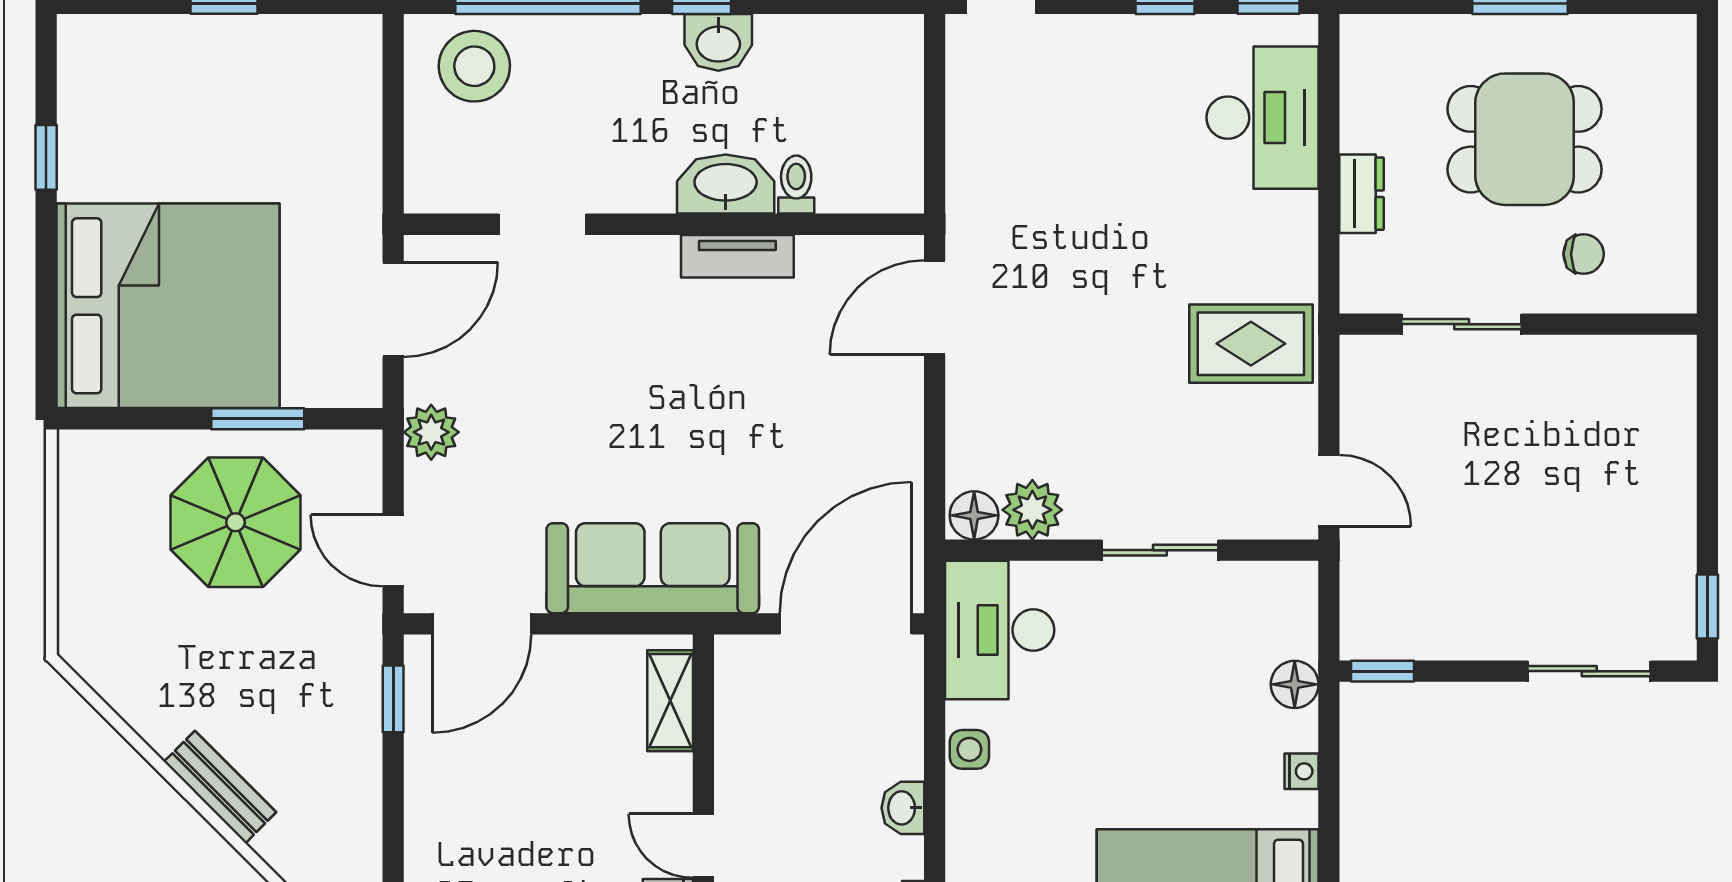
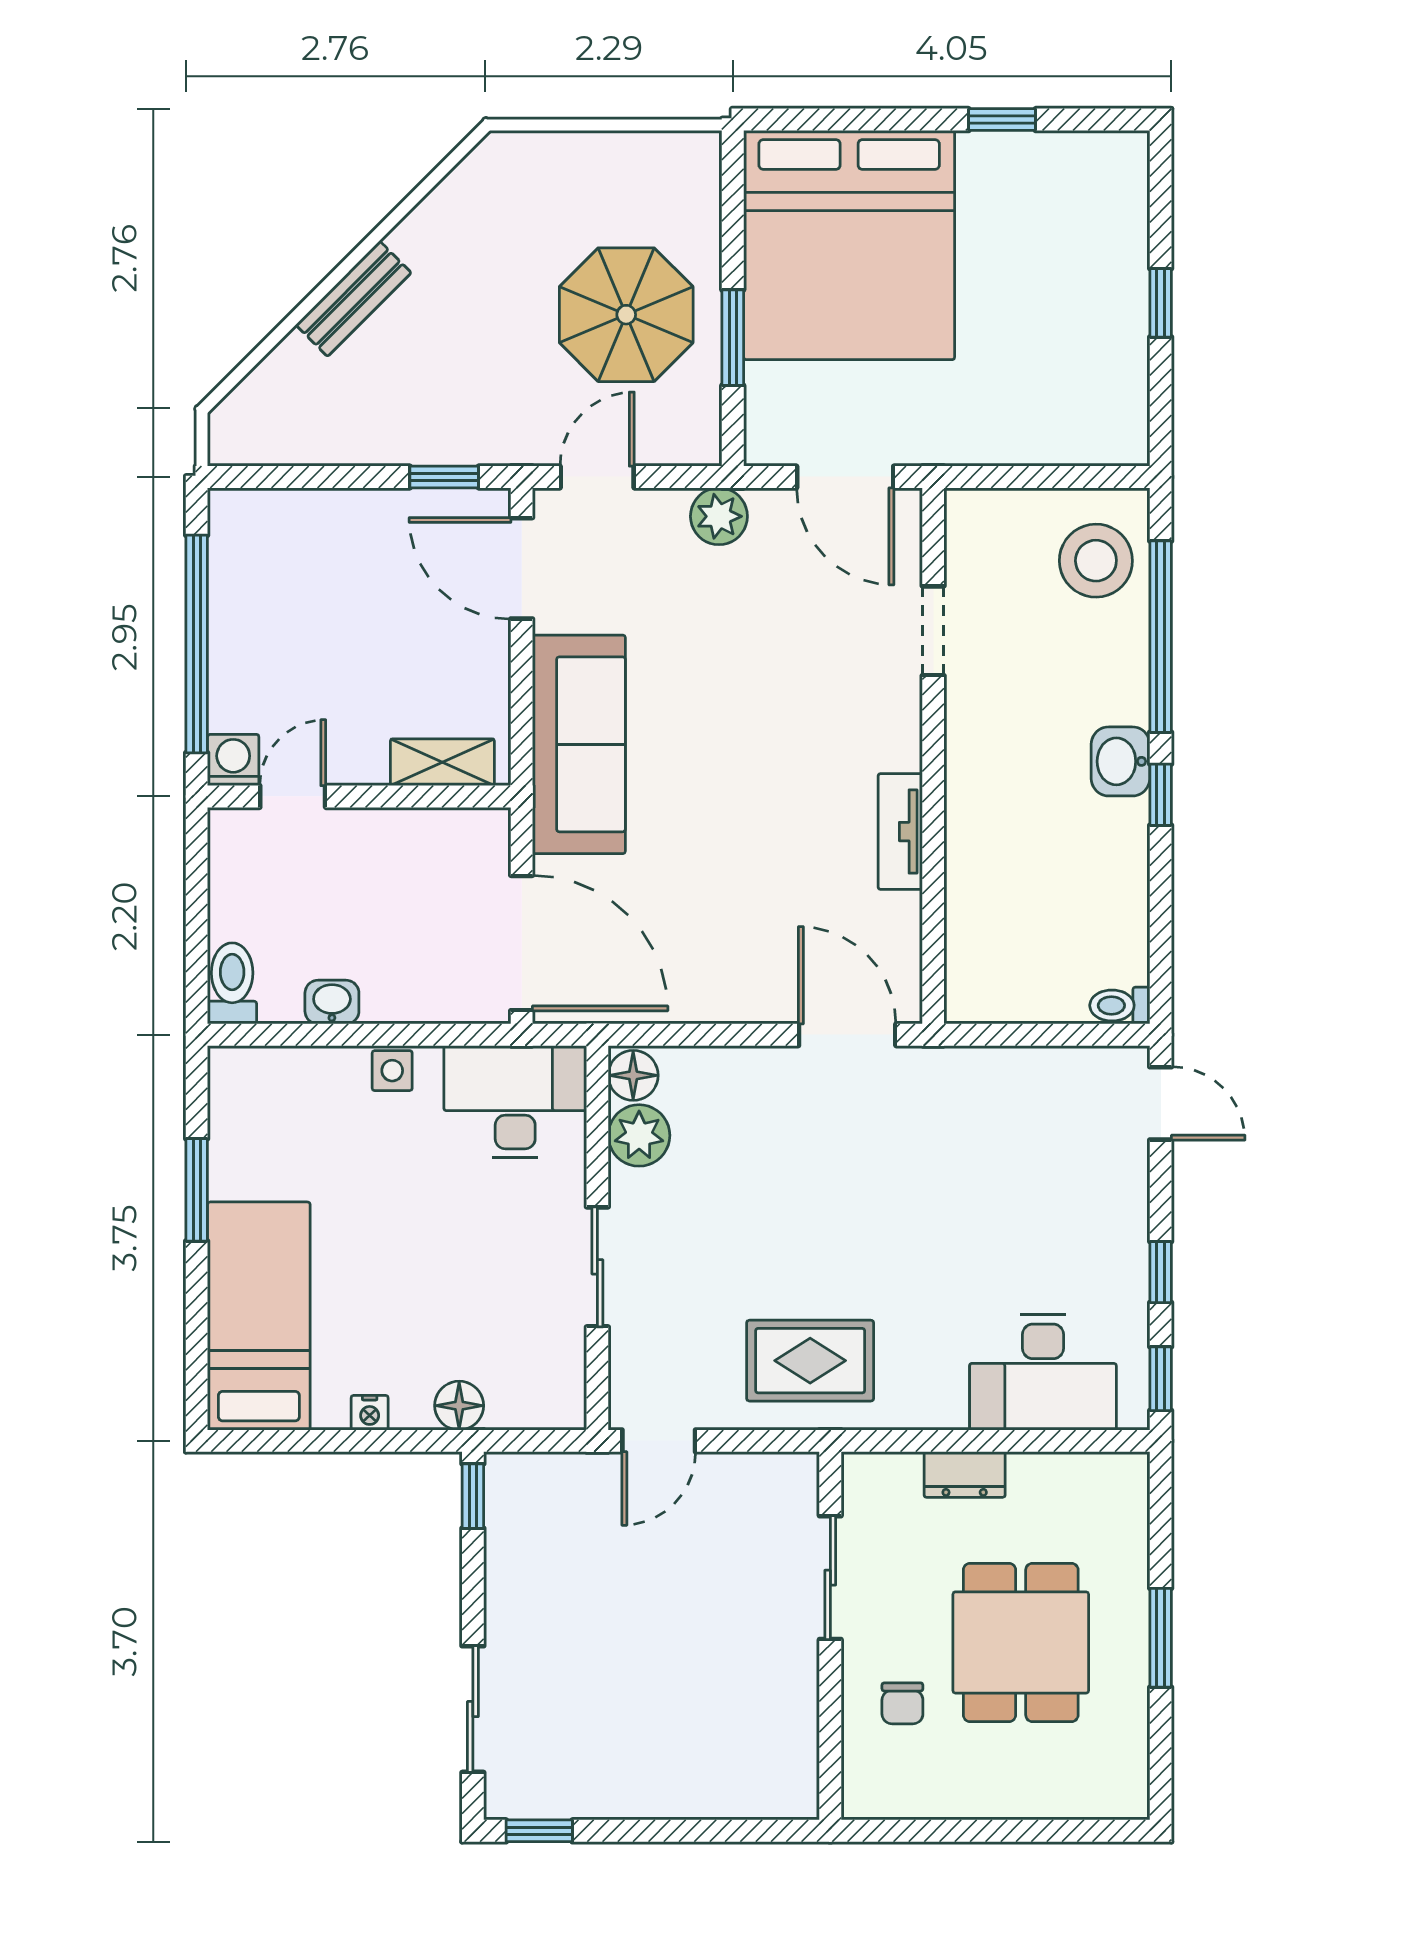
washbasin: (718, 42) -> (1120, 761), moved
washbasin: (726, 184) -> (975, 819), removed
toilet: (796, 185) -> (1120, 1005), moved, turned 180
rug: (1251, 344) -> (810, 1361), turned 90

